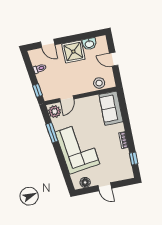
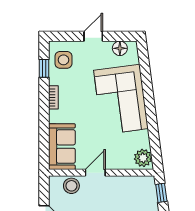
door: (67, 99) -> (95, 173), moved
window: (52, 133) -> (153, 128), removed
side table: (122, 167) -> (63, 60), added
door: (105, 187) -> (93, 36), hinge flipped

